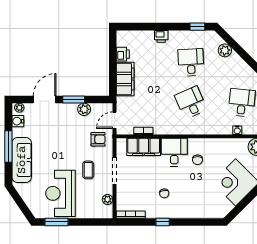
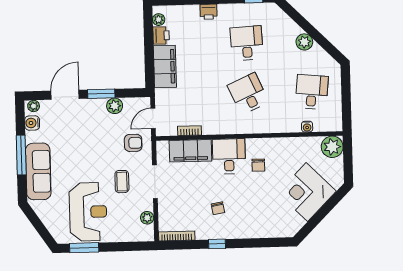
plant: (121, 41) -> (159, 20), added
plant: (225, 50) -> (304, 42), moved
reception desk: (60, 193) -> (88, 212), turned 180

